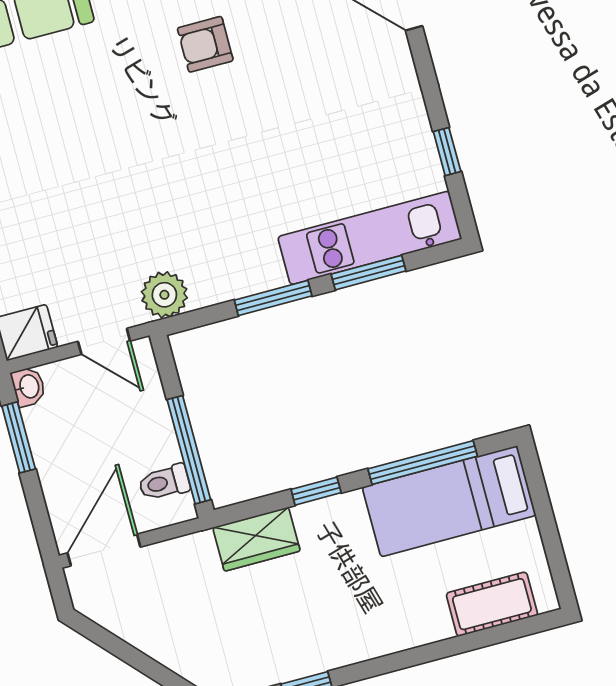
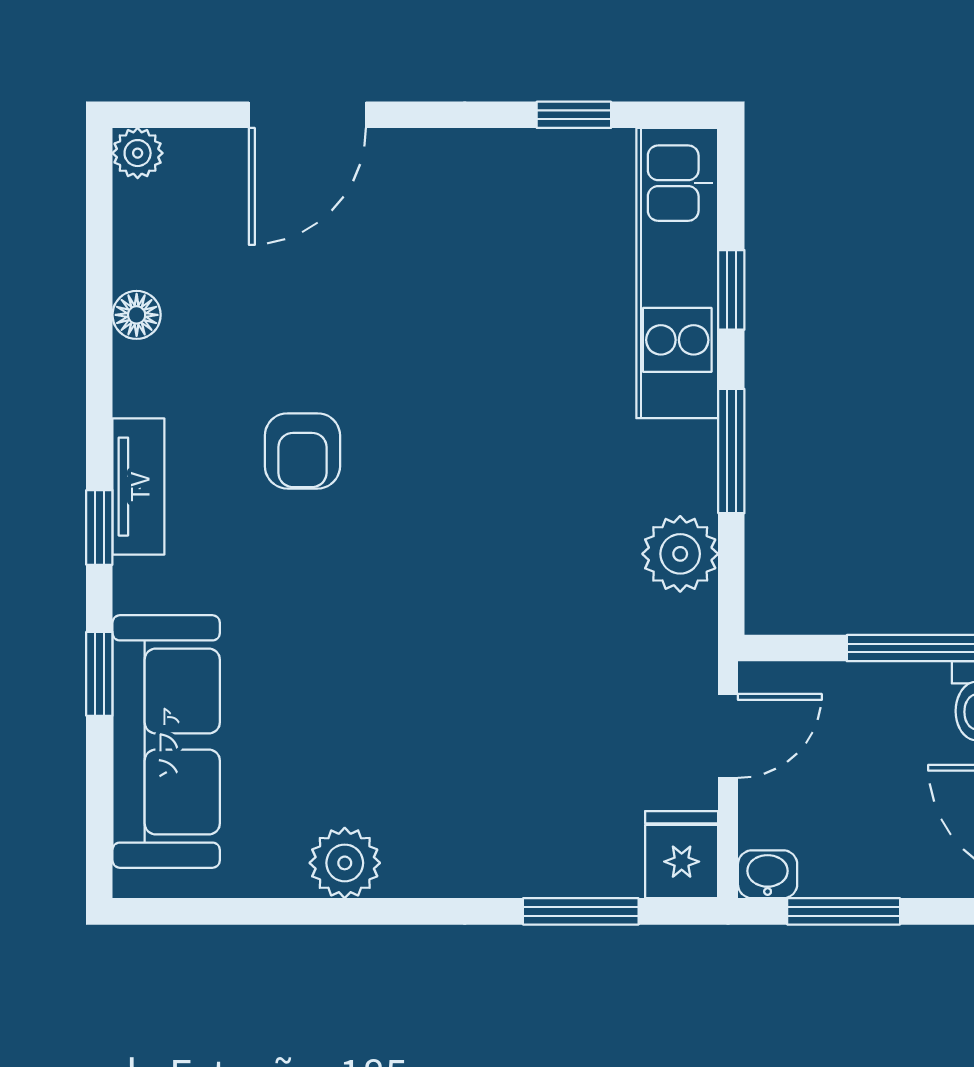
window: (369, 273) -> (731, 290), width x0.67
plant: (164, 295) -> (680, 554), moved

